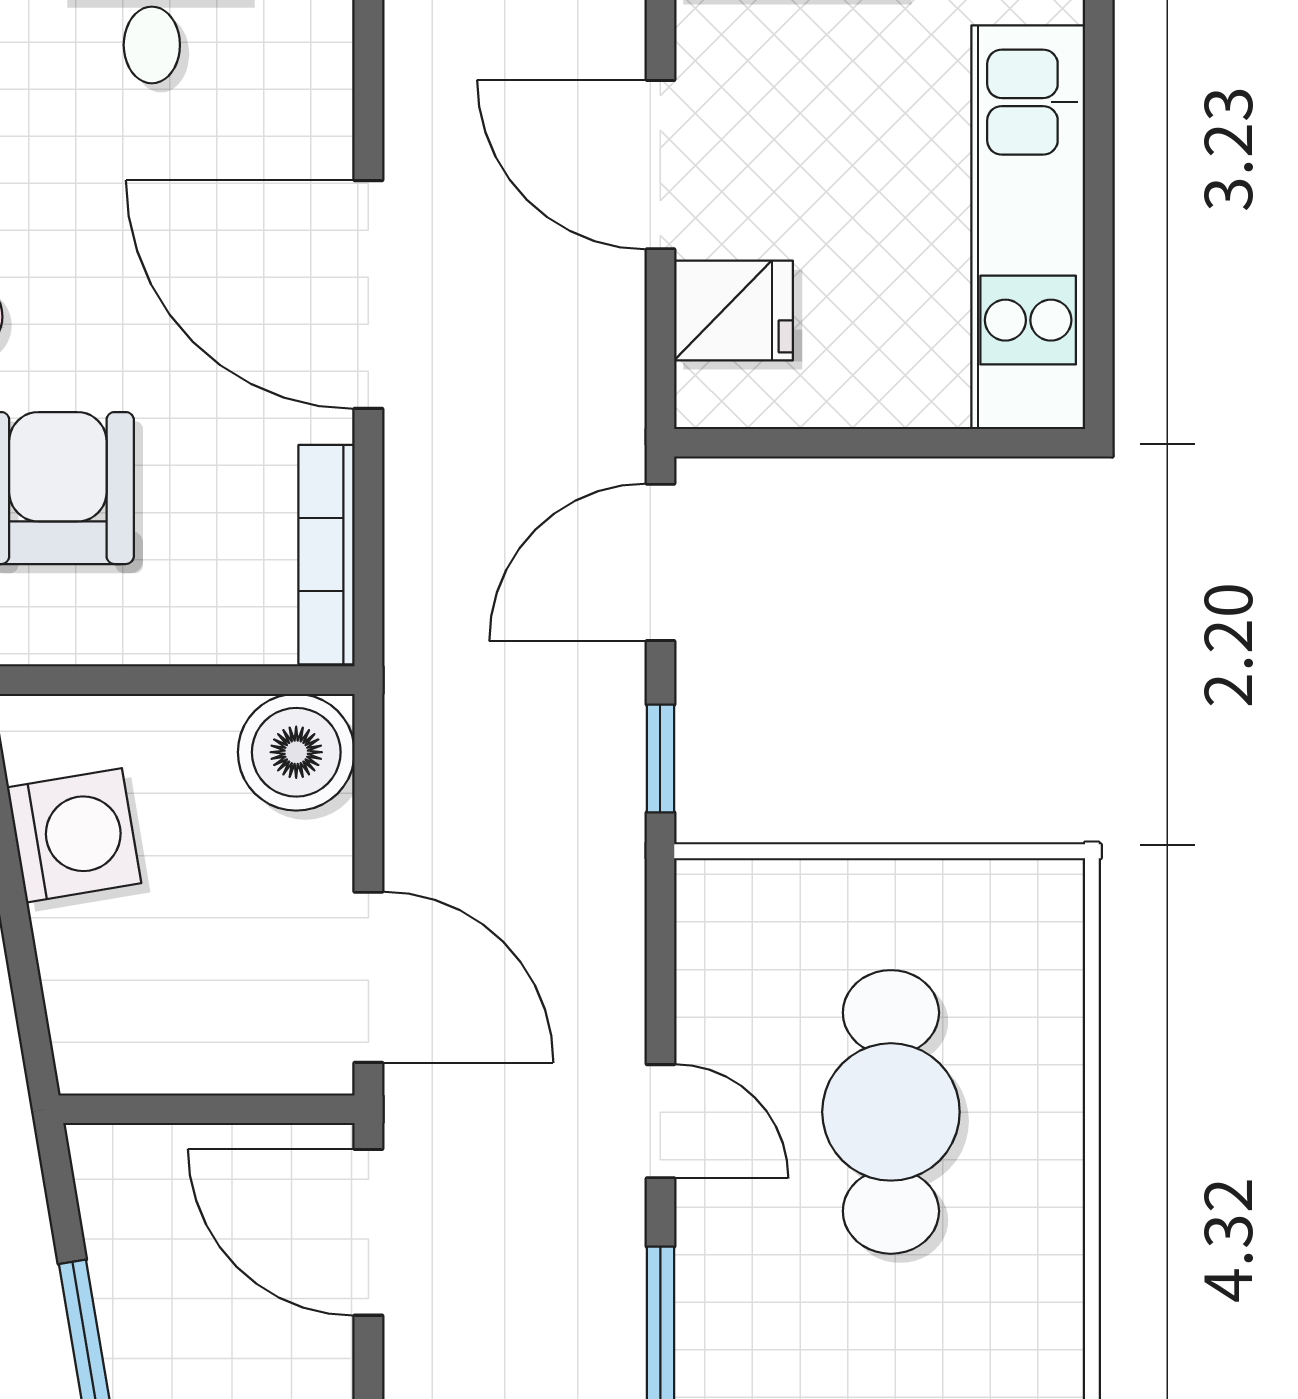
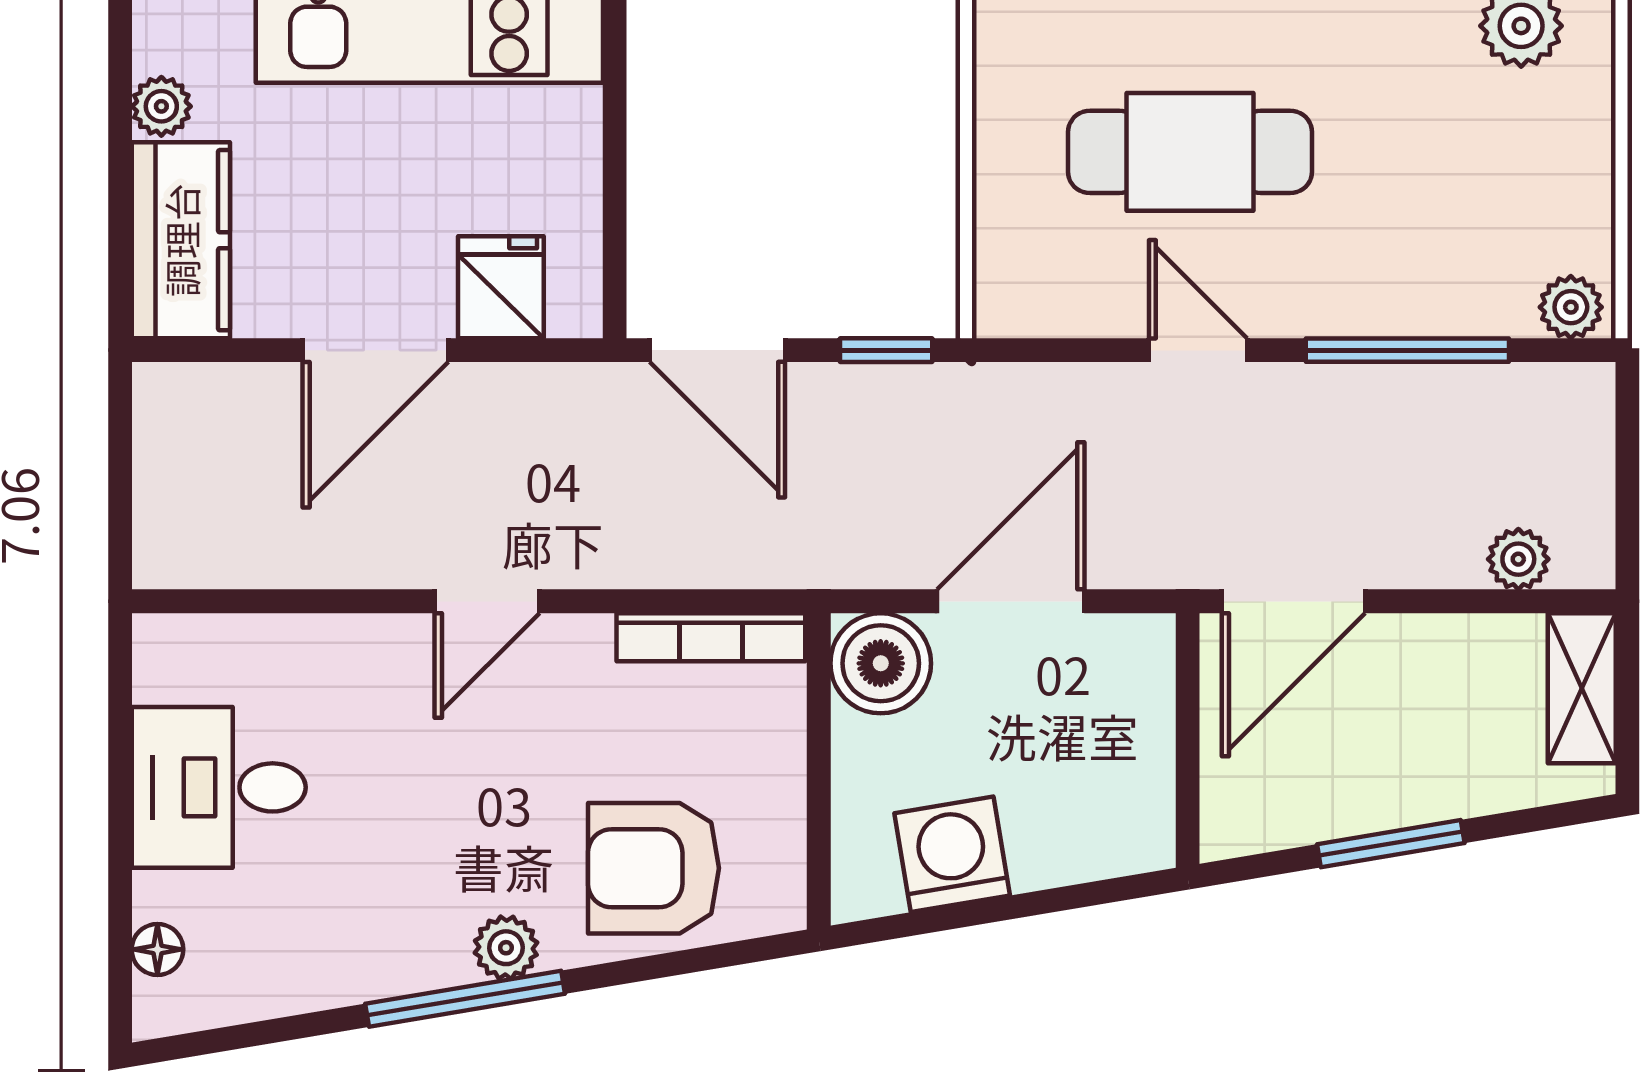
door: (368, 295) -> (487, 601), width x0.53
door: (368, 977) -> (1011, 601), moved
door: (660, 1121) -> (1198, 350), hinge flipped

